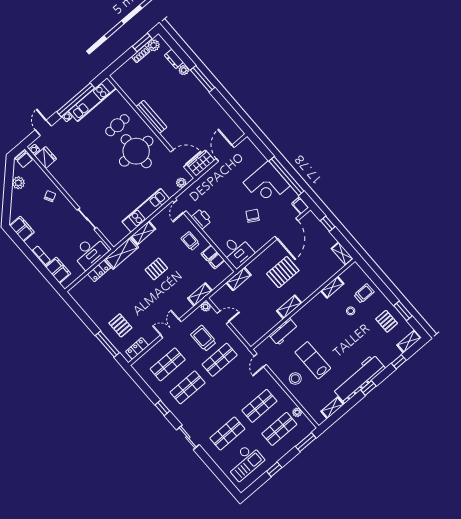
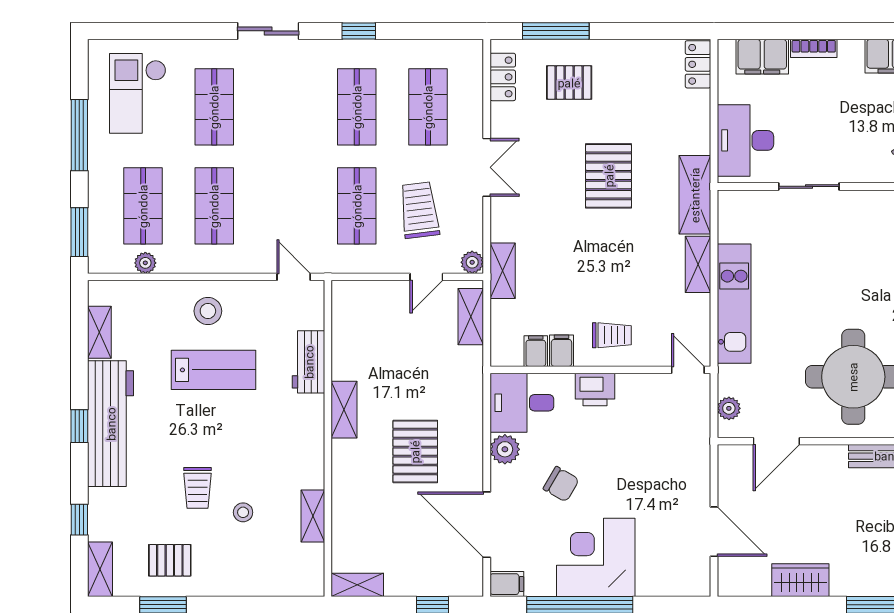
wardrobe: (201, 163) -> (800, 580), moved, turned -90
printer: (202, 219) -> (595, 389), moved
plant: (257, 244) -> (505, 449), added
pallet: (156, 269) -> (609, 176), moved, width x1.50, depth x1.42
locker: (99, 271) -> (698, 64), moved
shelving: (239, 279) -> (471, 317), moved
trolley: (364, 293) -> (198, 488), moved
trolley: (203, 338) -> (419, 210), turned -97
window: (274, 469) -> (79, 135), width x2.17

